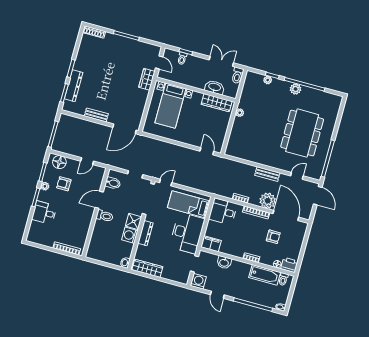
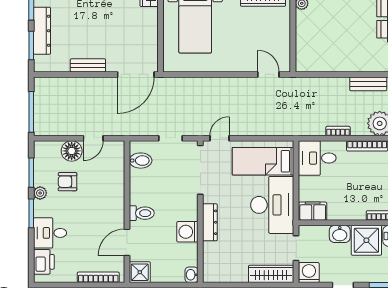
floor lamp: (59, 162) -> (72, 151), moved
door: (99, 200) -> (127, 242), moved
shower: (134, 221) -> (140, 272), moved
printer: (35, 230) -> (44, 262), added
wardrobe: (147, 268) -> (271, 274), moved
shower: (240, 271) -> (366, 240), added

